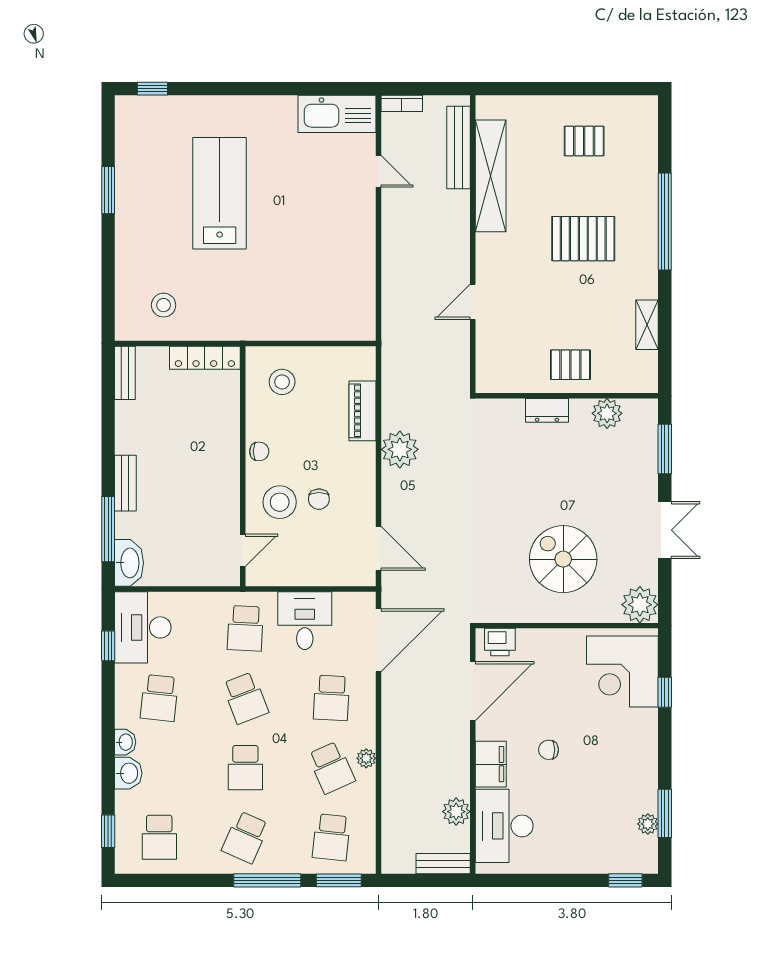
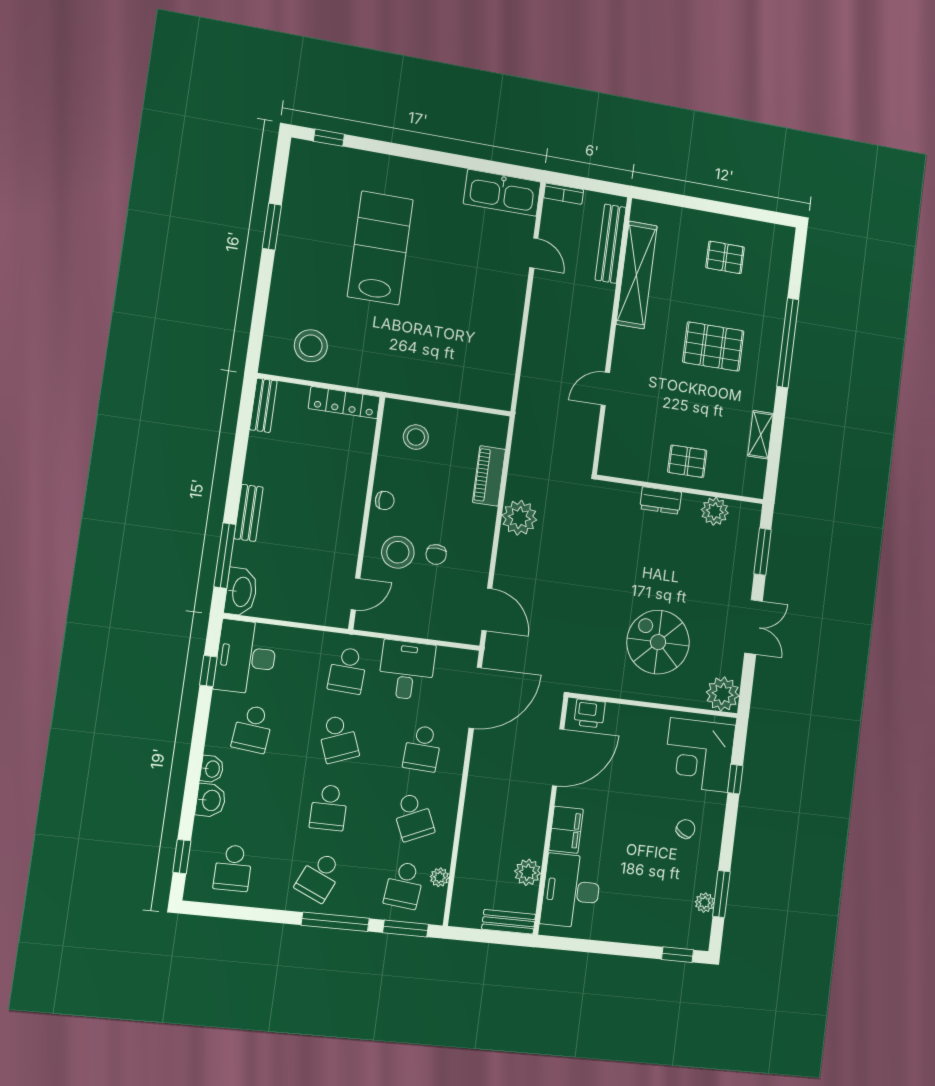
stool: (164, 305) -> (311, 346), width x1.38, depth x1.38
chair: (549, 750) -> (686, 829), moved, turned 121
plant: (366, 758) -> (440, 877), moved

